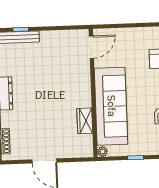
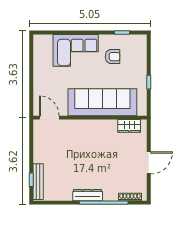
wardrobe: (85, 121) -> (129, 126), moved
plant: (103, 152) -> (142, 111), removed

